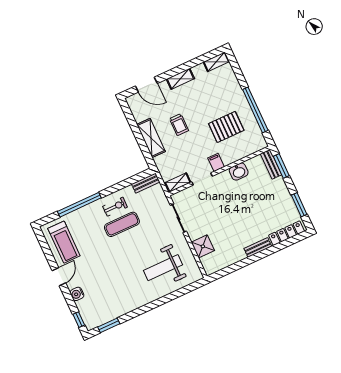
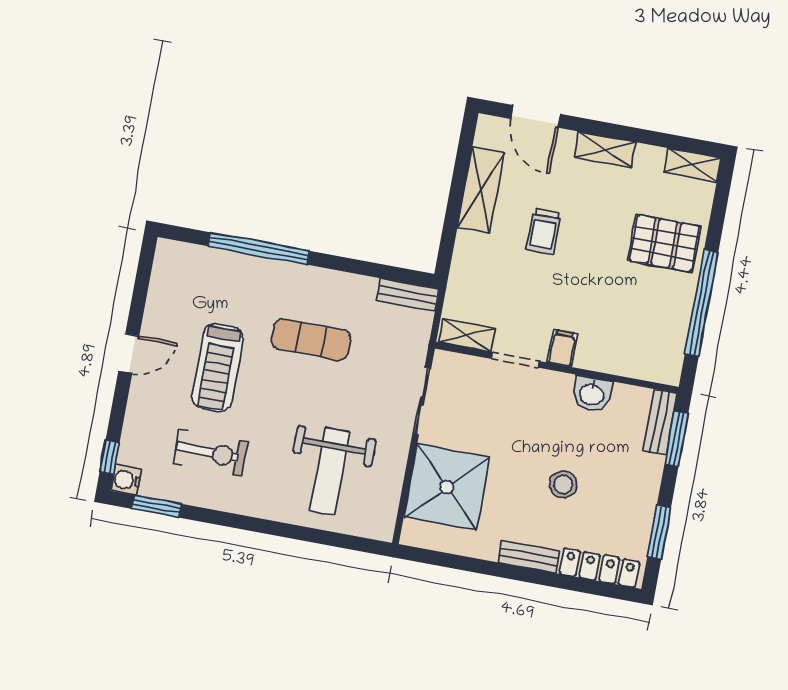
pallet: (226, 127) -> (664, 243), moved
shelving: (151, 138) -> (481, 190), moved
exercise bike: (115, 207) -> (210, 453), moved, width x1.38, depth x1.39
stool: (252, 212) -> (563, 484), added
treadmill: (64, 242) -> (218, 368), moved
shower: (203, 246) -> (447, 487), width x1.86, depth x1.86
weight bench: (163, 268) -> (330, 471), turned -90
water cooler: (77, 294) -> (126, 480), moved

